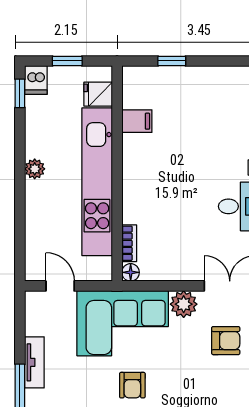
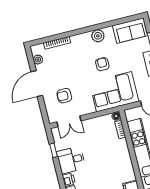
plant: (184, 304) -> (88, 108), removed

